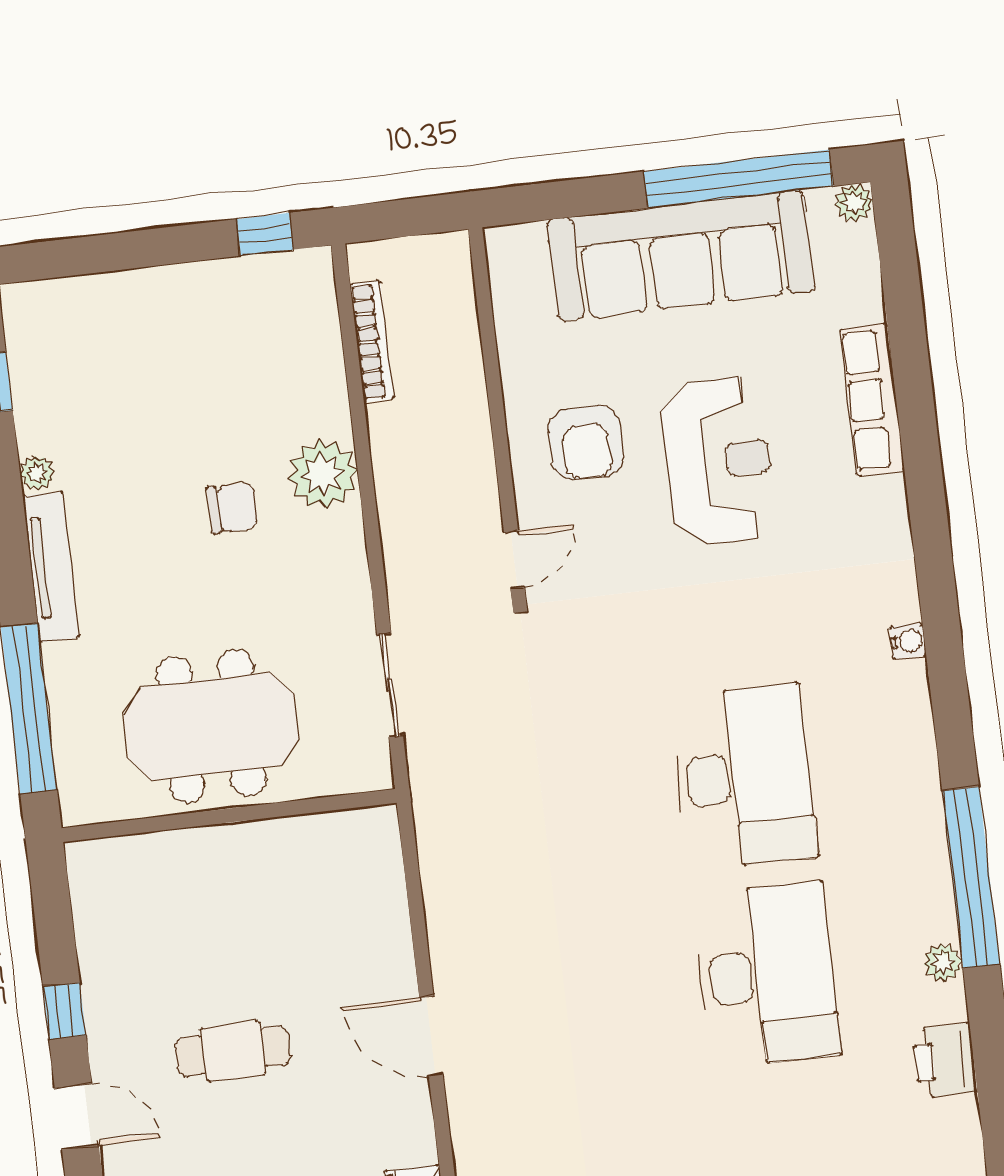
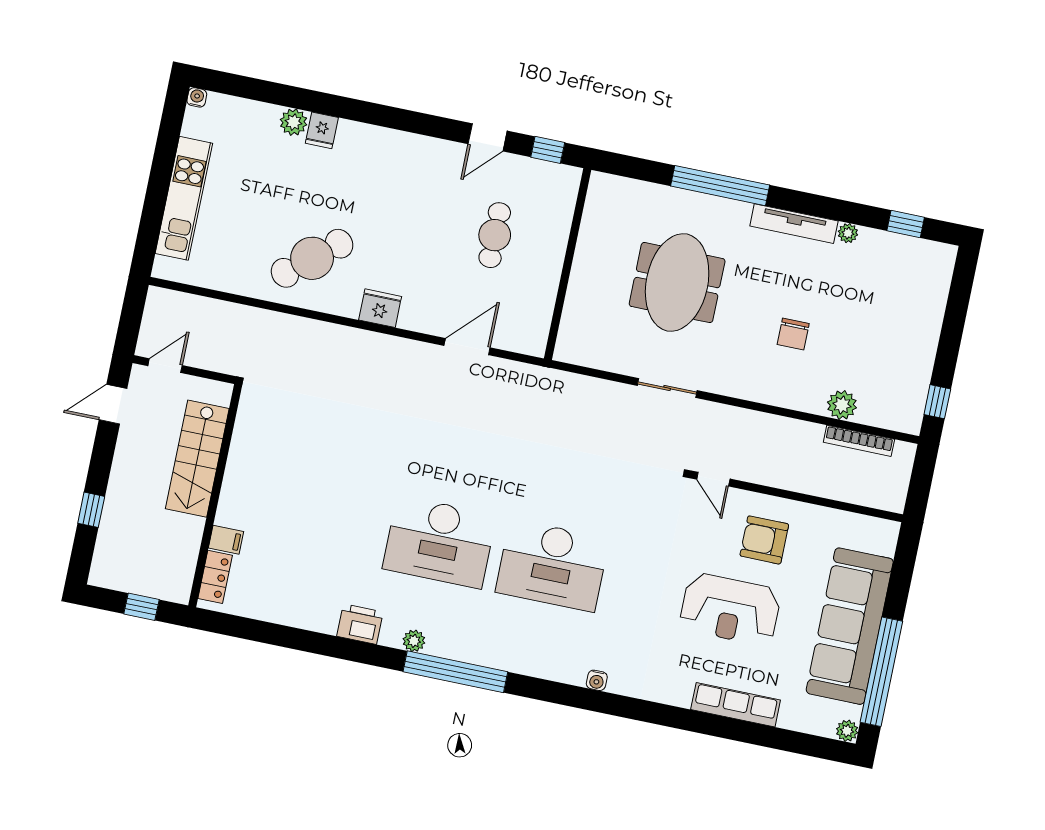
plant: (323, 474) -> (842, 405), moved, width x0.73, depth x0.73
wall: (229, 816) -> (568, 264), moved

